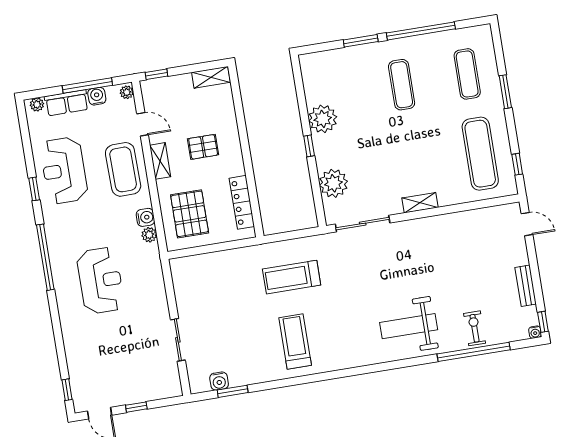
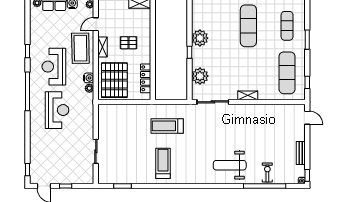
exercise mat: (402, 85) -> (248, 26), width x1.36, depth x1.45
door: (143, 124) -> (96, 24), swing flipped
reception desk: (64, 170) -> (54, 67), moved
pallet: (190, 214) -> (114, 80), width x1.37, depth x1.41
water cooler: (219, 381) -> (116, 179), removed

